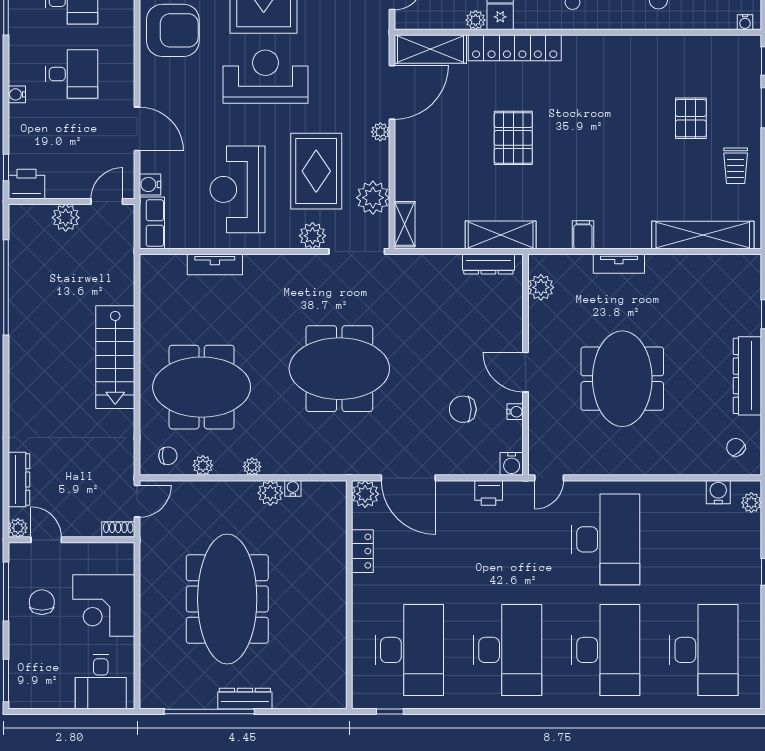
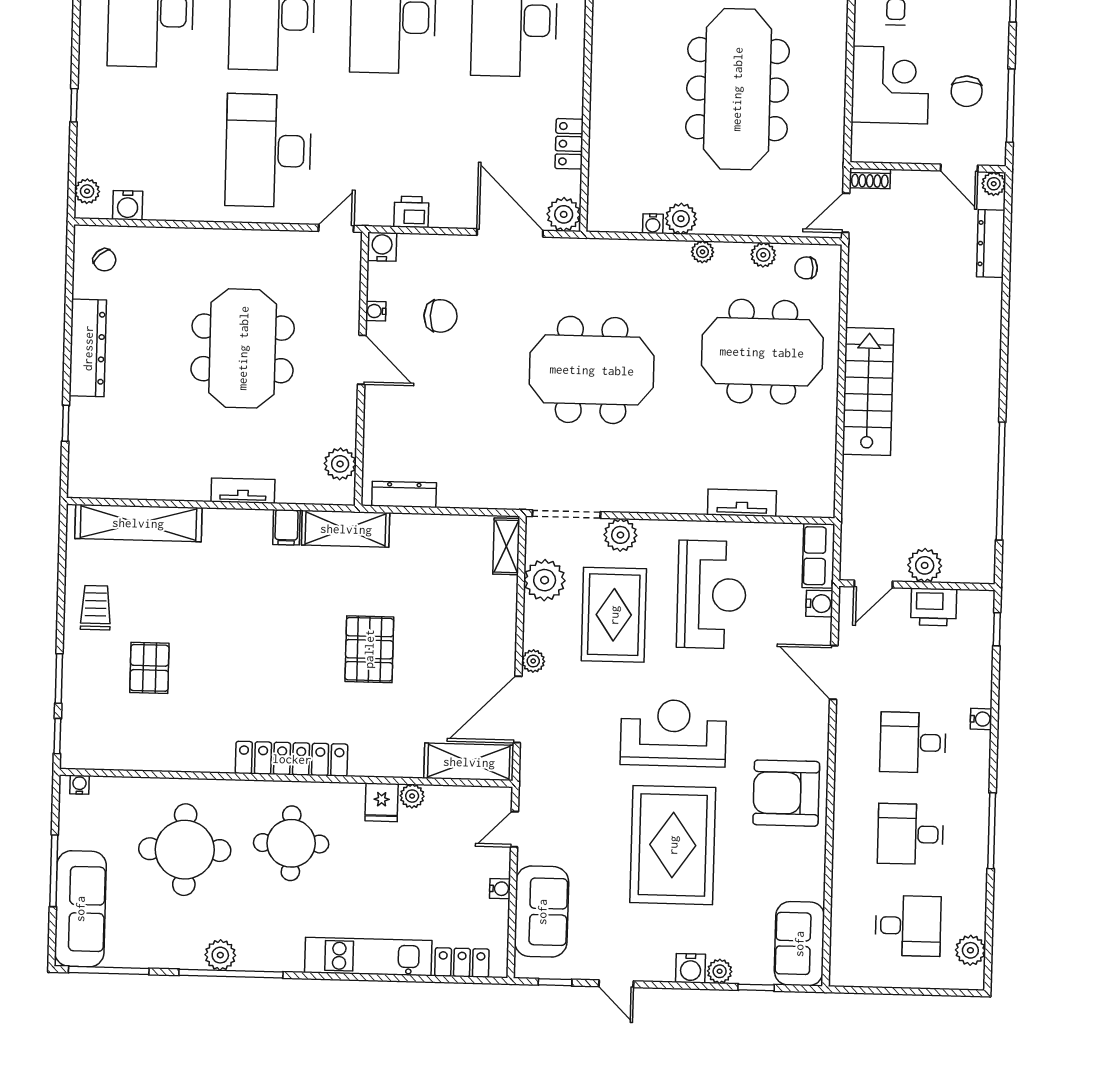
locker: (515, 48) -> (292, 759), moved
reception desk: (265, 77) -> (673, 733), turned 180
printer: (26, 184) -> (934, 607), moved
shelving: (501, 235) -> (346, 529), moved

